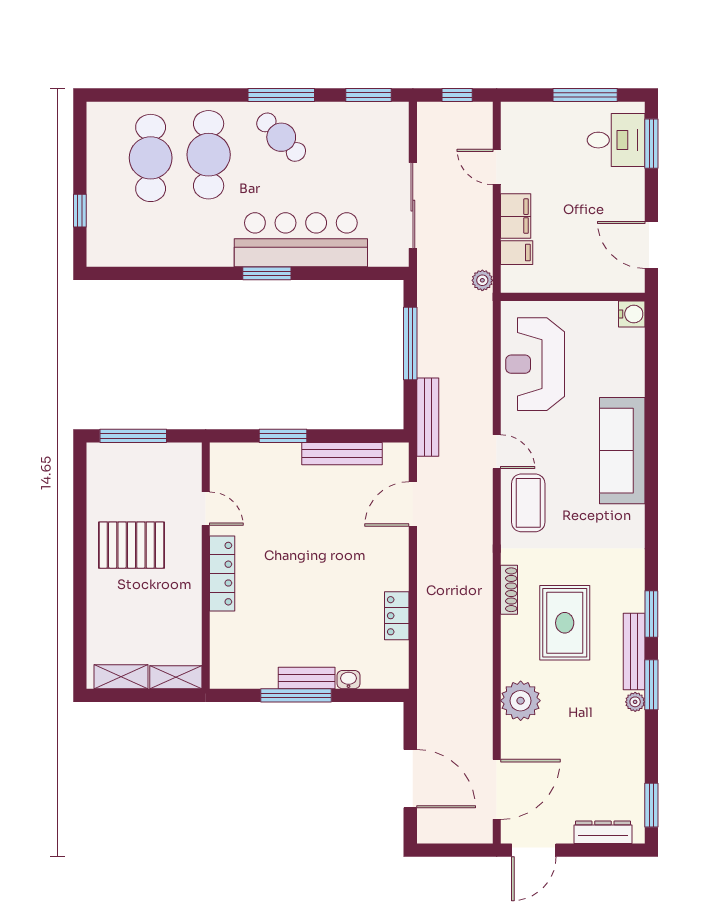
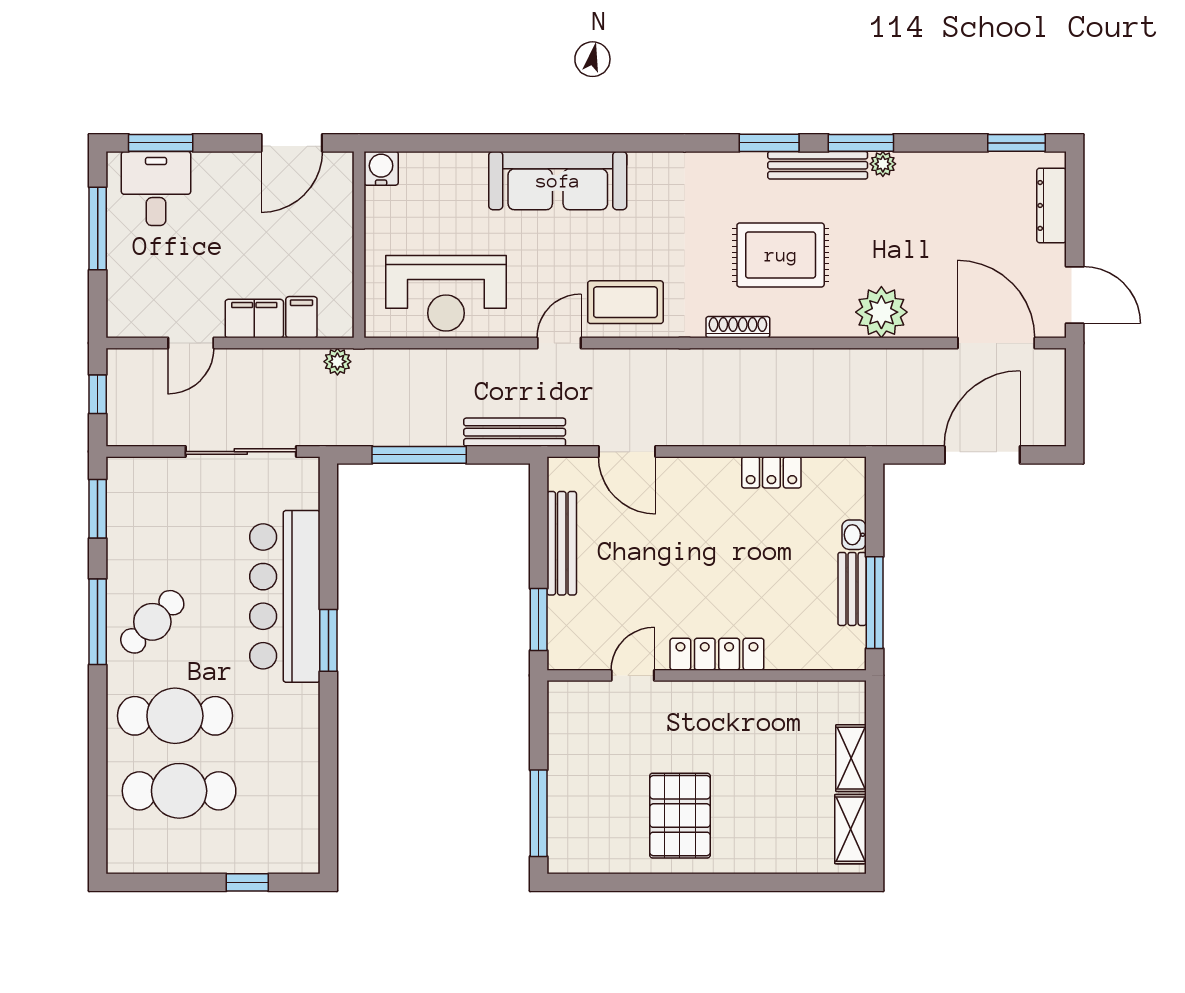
door: (206, 509) -> (633, 675), moved
wall: (206, 566) -> (707, 675), moved
locker: (222, 574) -> (717, 654), moved

